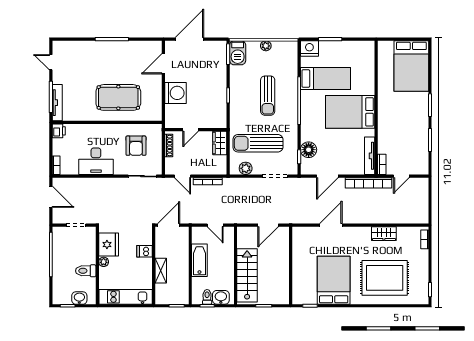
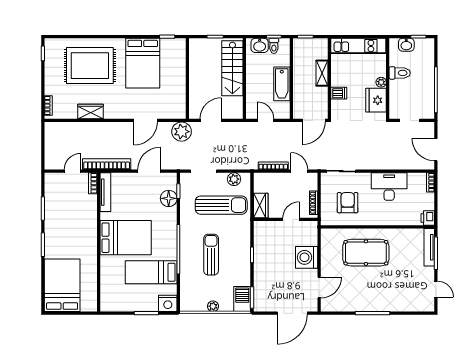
plant: (296, 214) -> (182, 132), added

